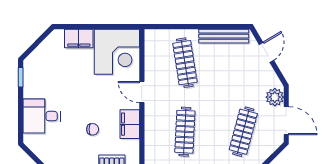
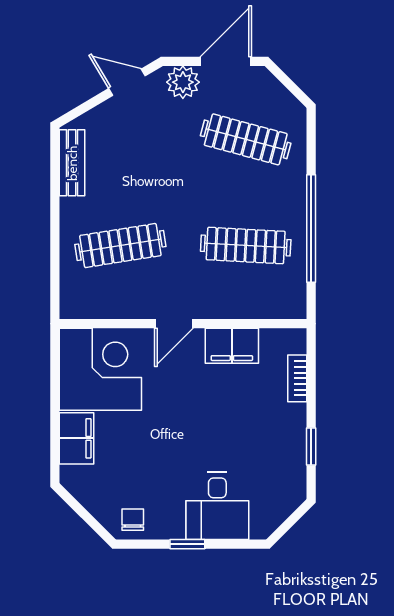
bench: (224, 36) -> (72, 163), width x0.73
door: (266, 52) -> (127, 82), moved
window: (21, 77) -> (187, 544), moved
chair: (93, 129) -> (133, 520), moved

